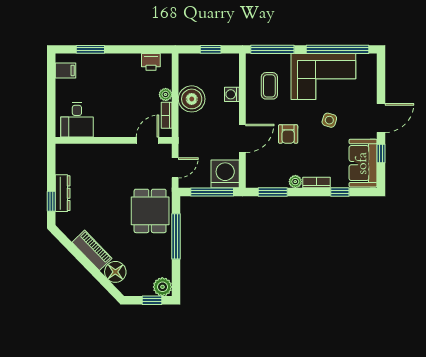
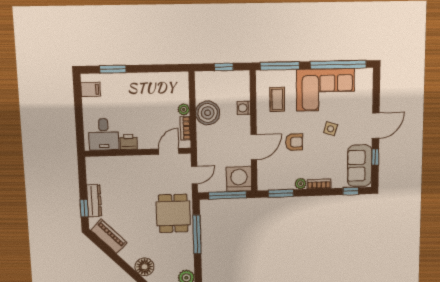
printer: (151, 62) -> (128, 142), moved, turned 180
armchair: (288, 134) -> (294, 142), turned -90
window: (340, 192) -> (351, 191), moved
piano: (92, 250) -> (109, 236), moved

